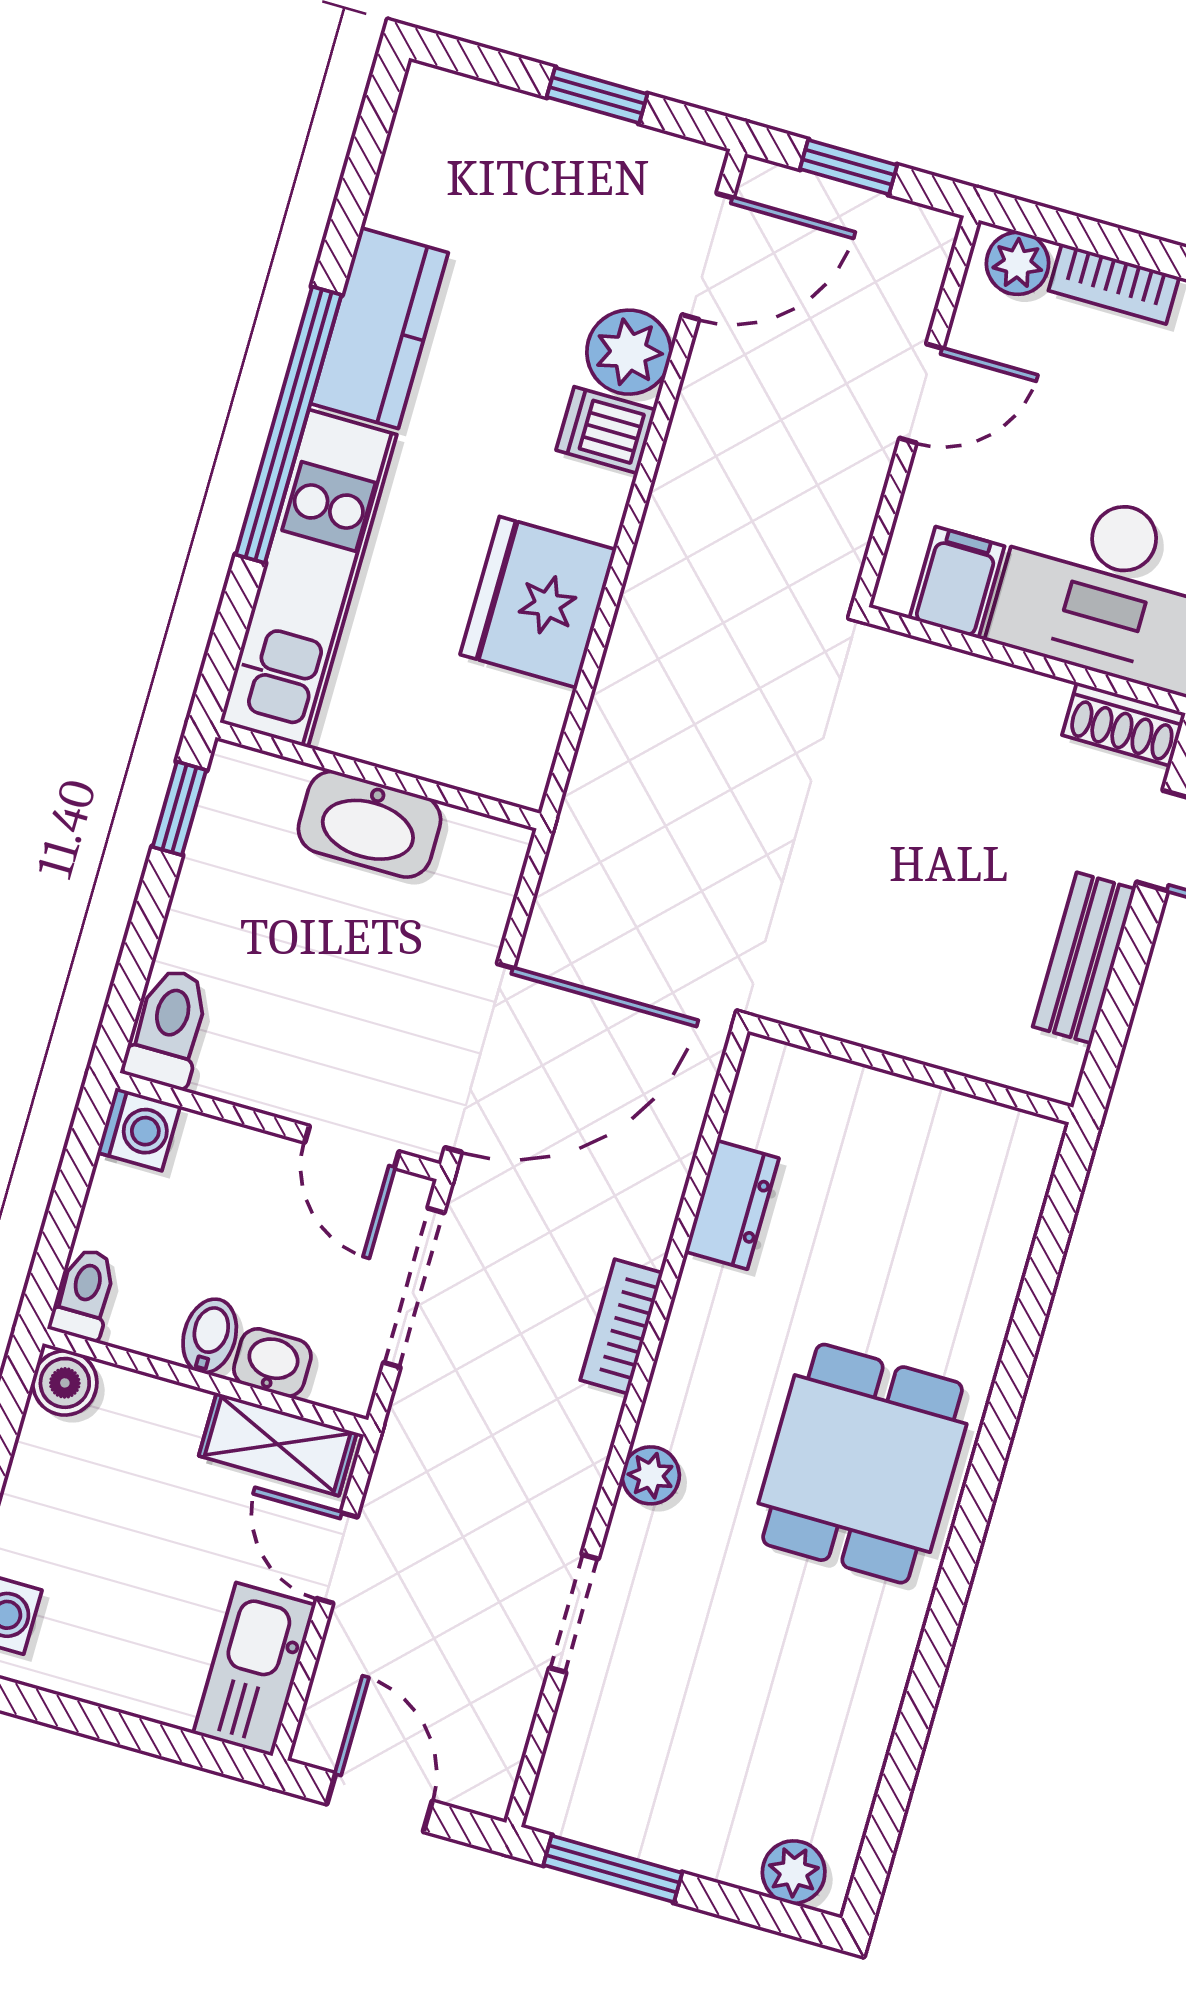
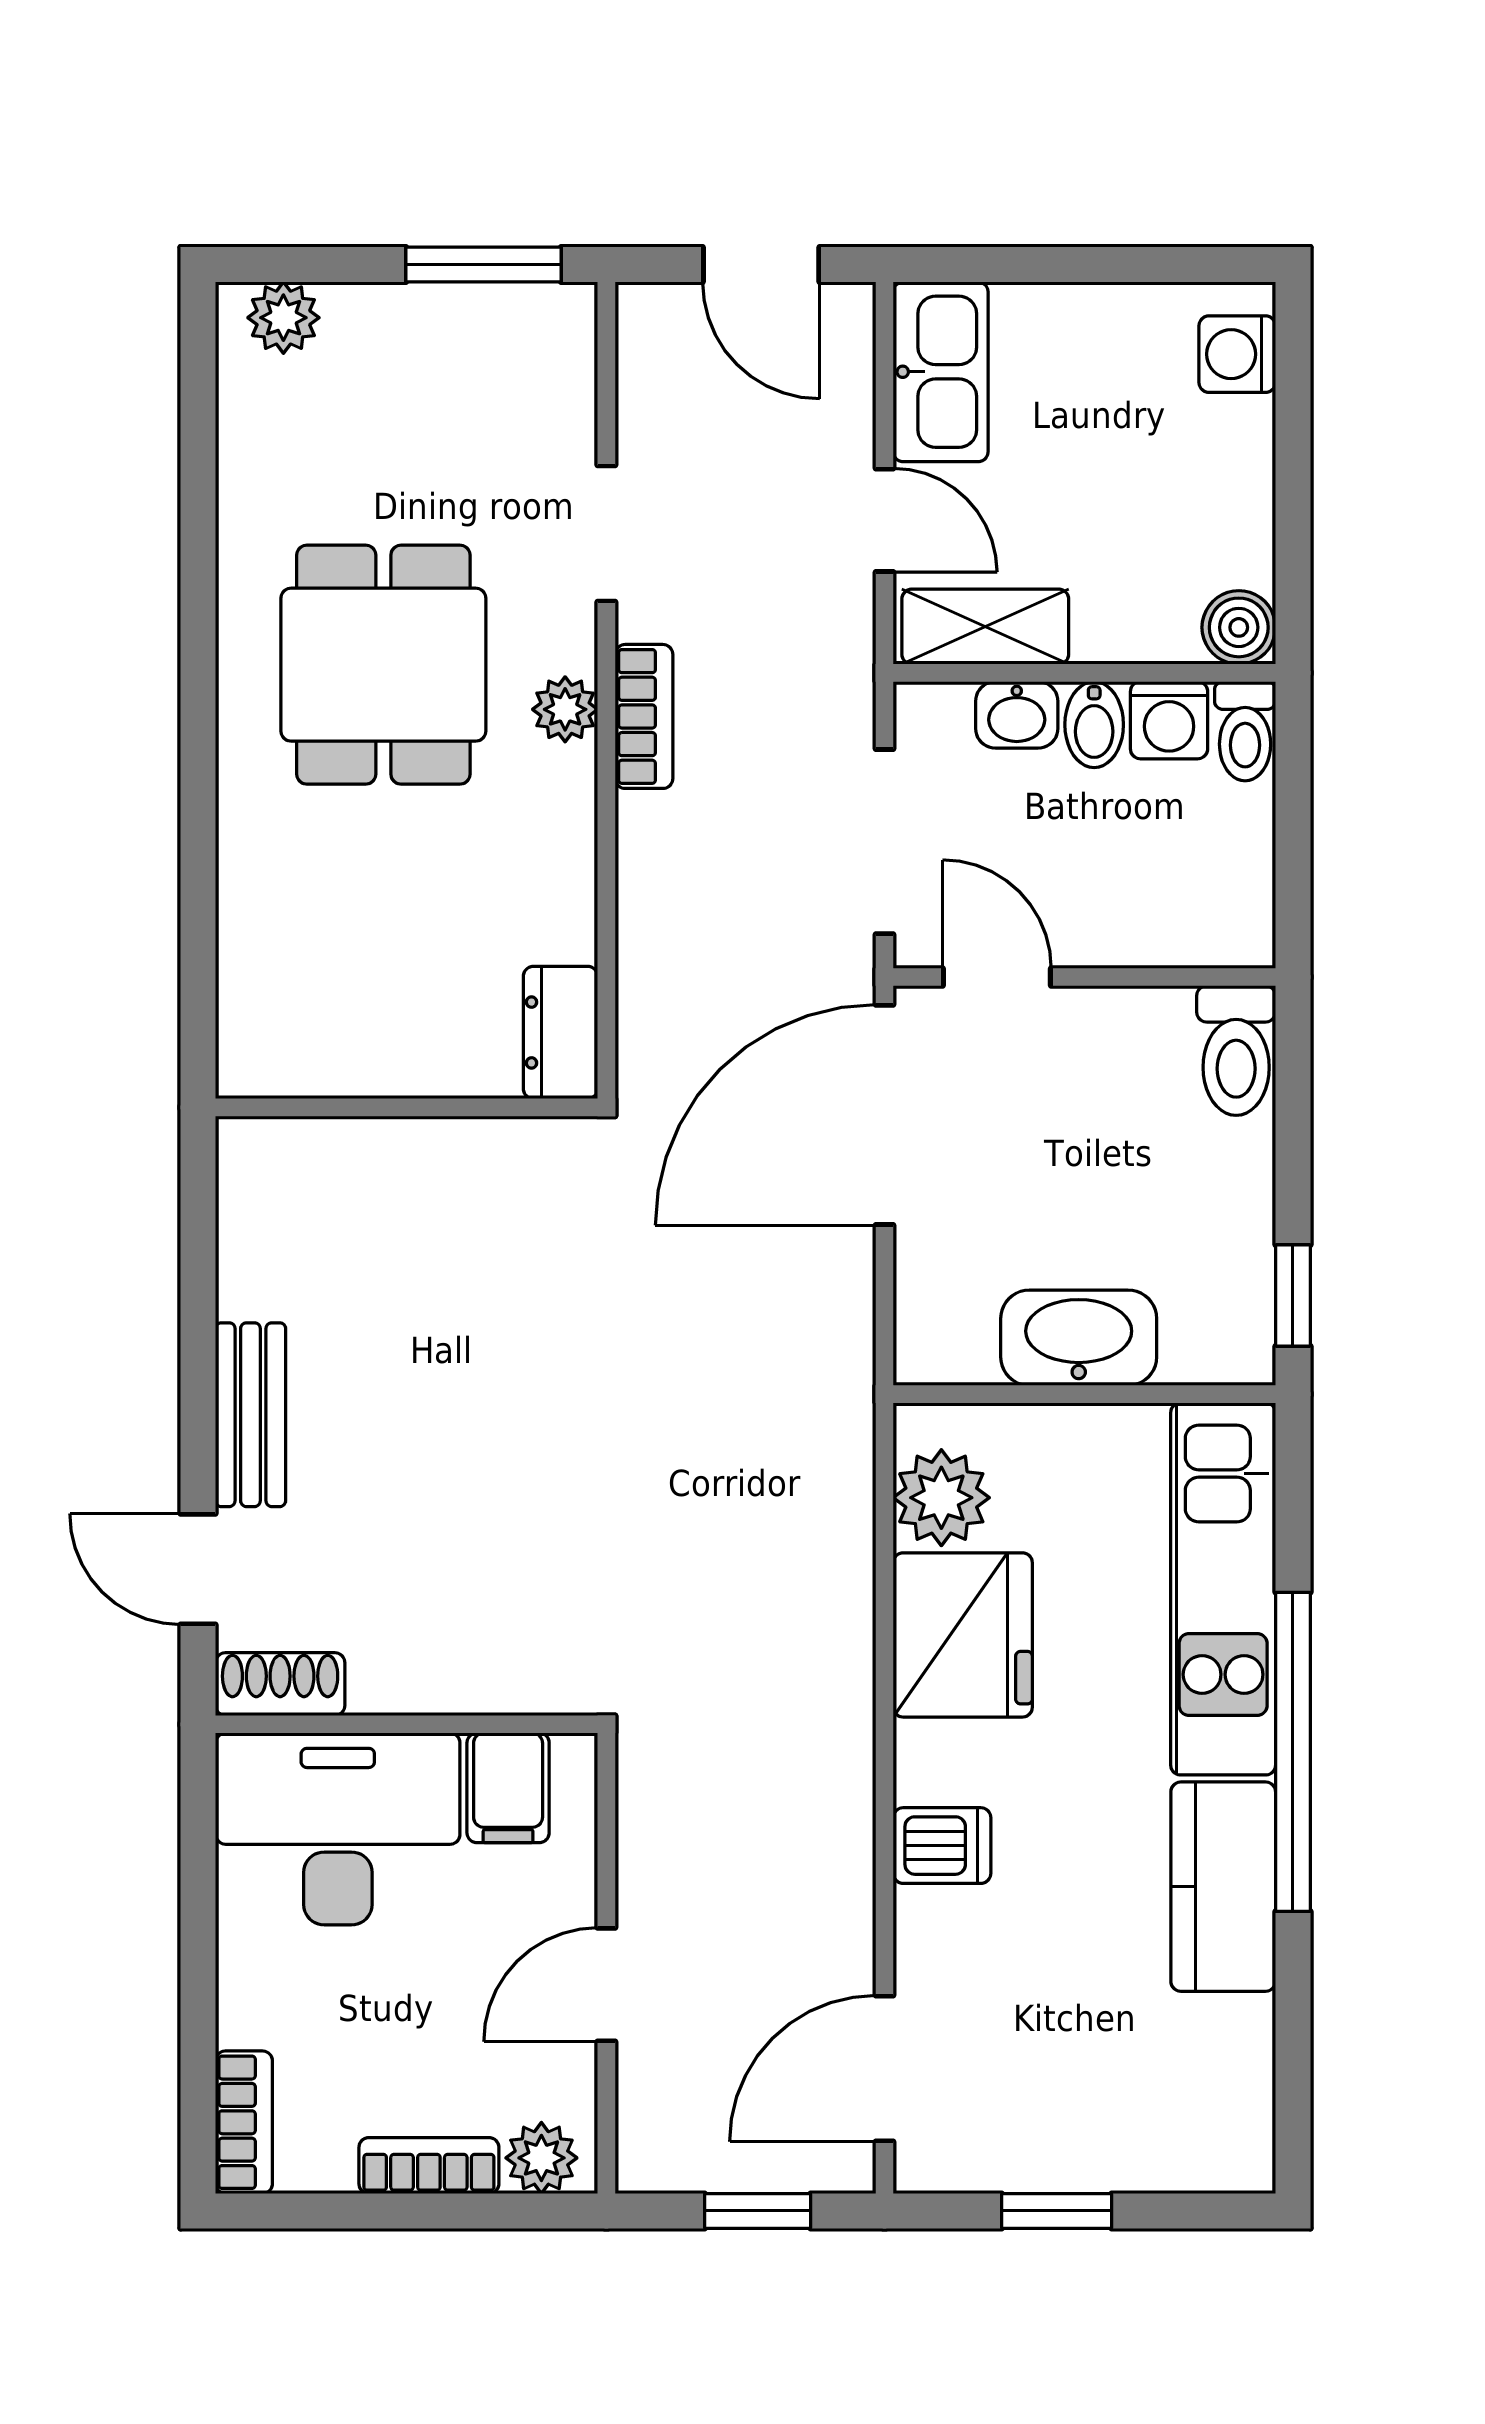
plant: (629, 352) -> (941, 1498), moved
wall: (911, 1069) -> (407, 1107), moved
washing machine: (139, 1129) -> (1169, 720), moved, turned -90
bookcase: (621, 1327) -> (644, 716), moved
dining table: (862, 1464) -> (383, 665), moved

